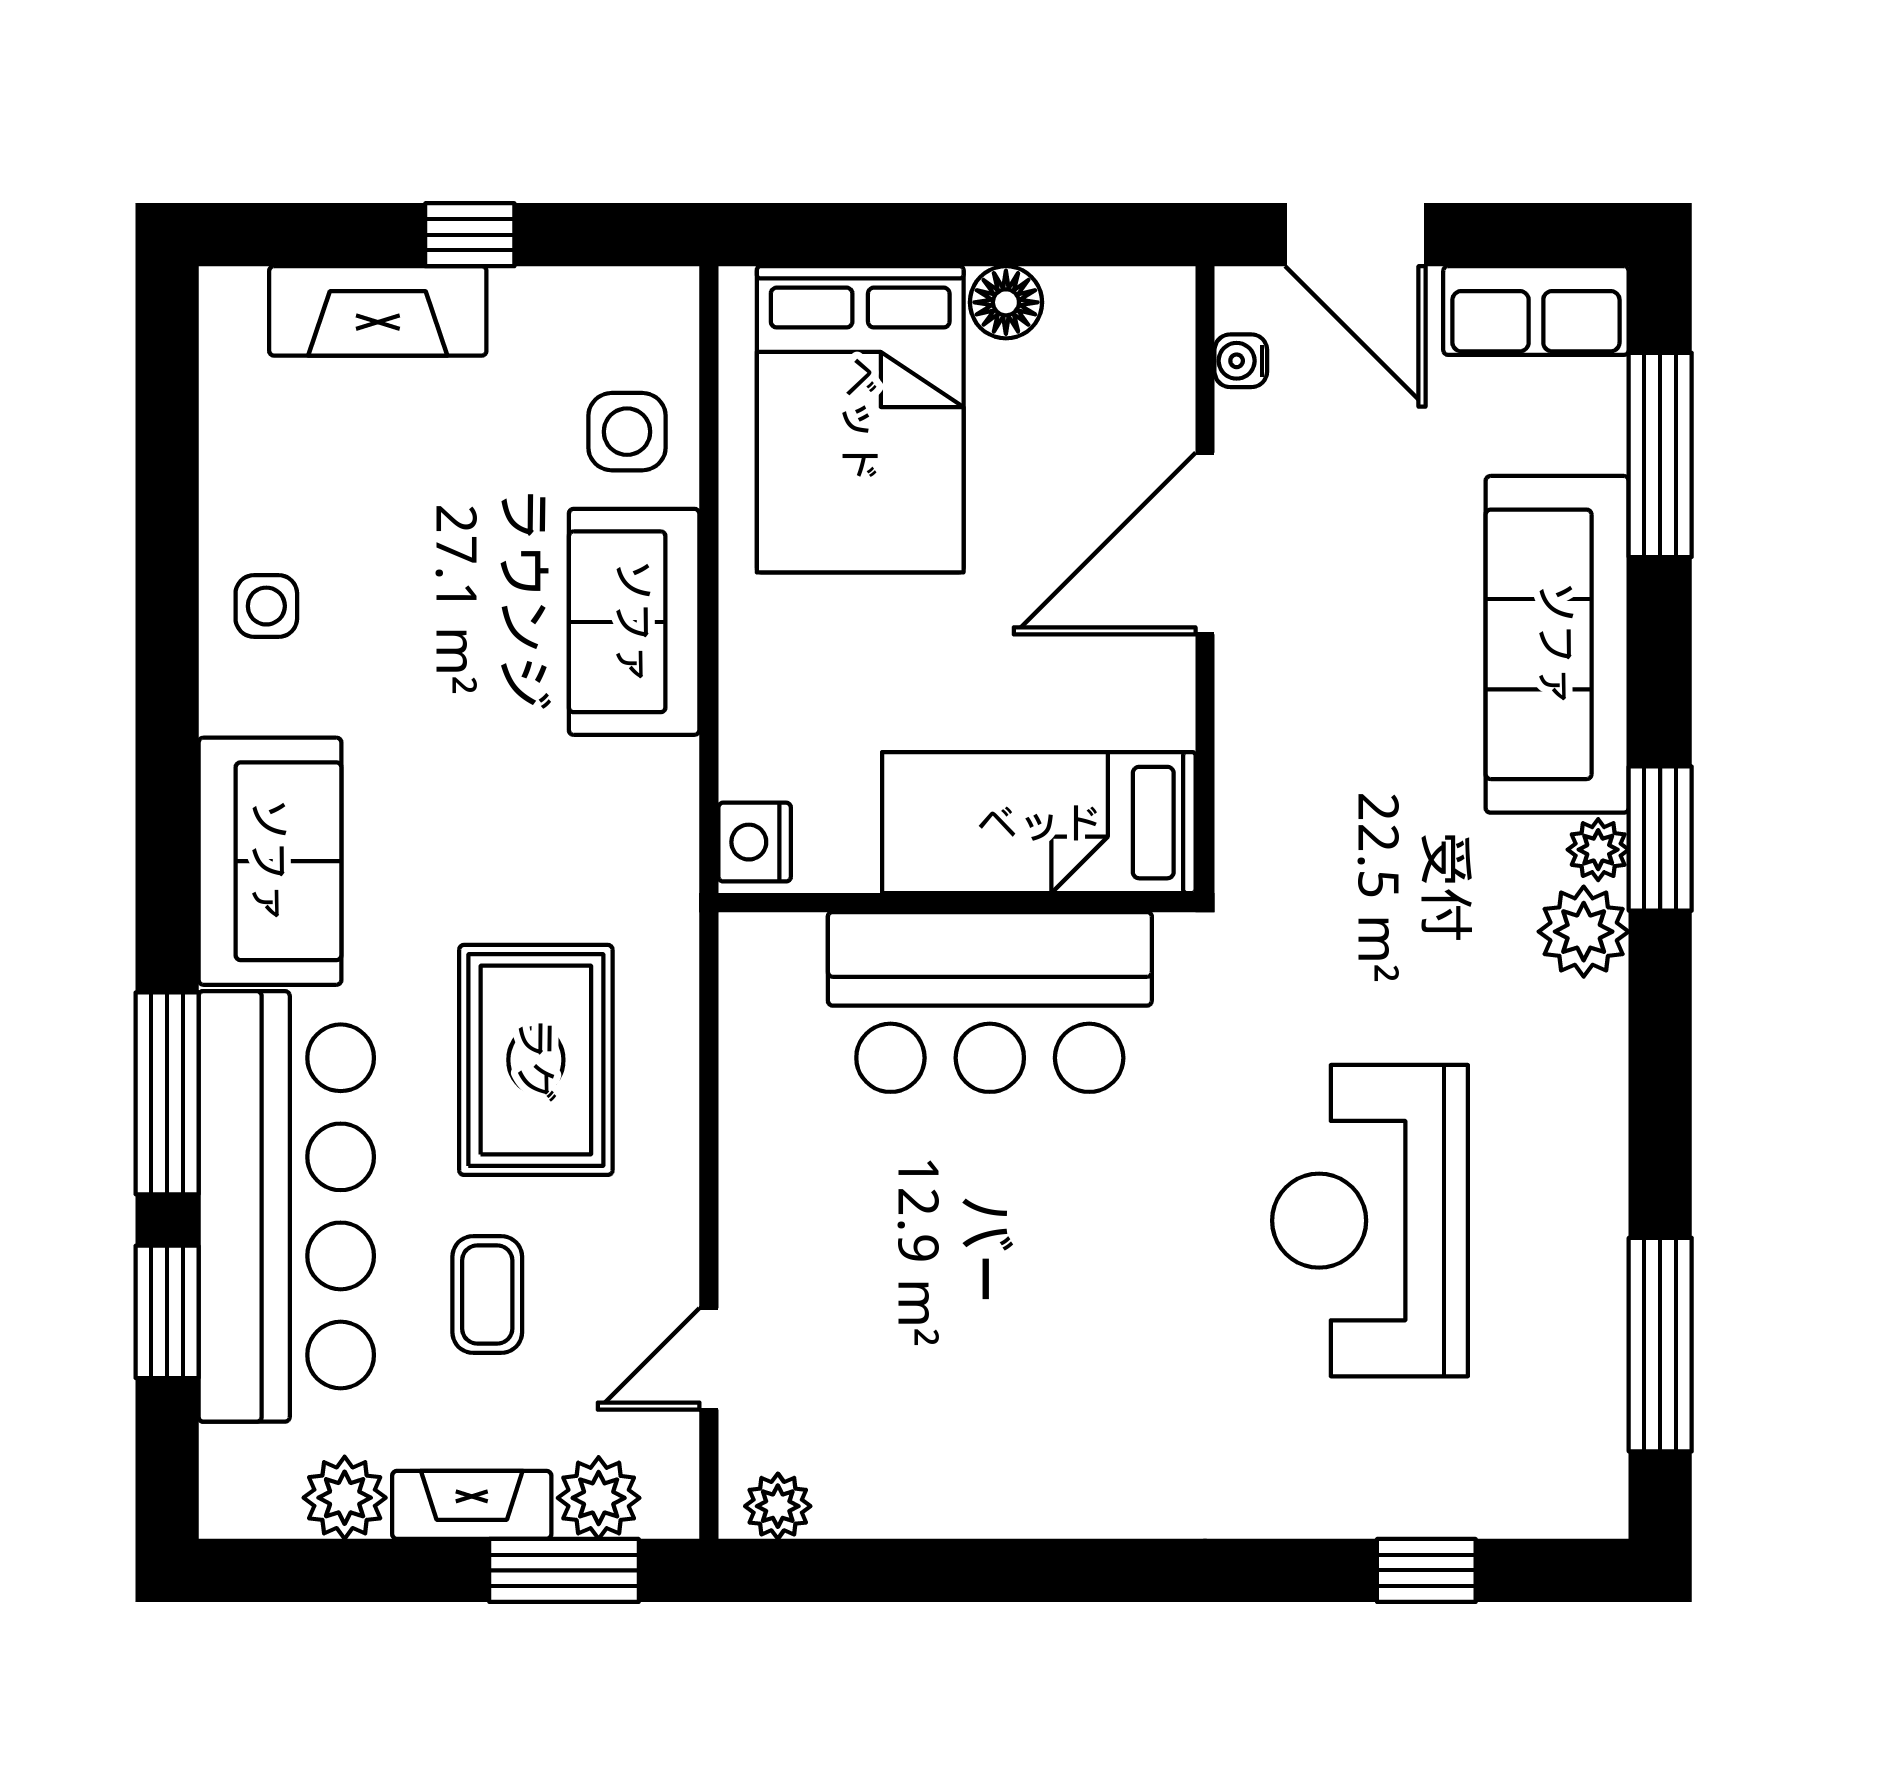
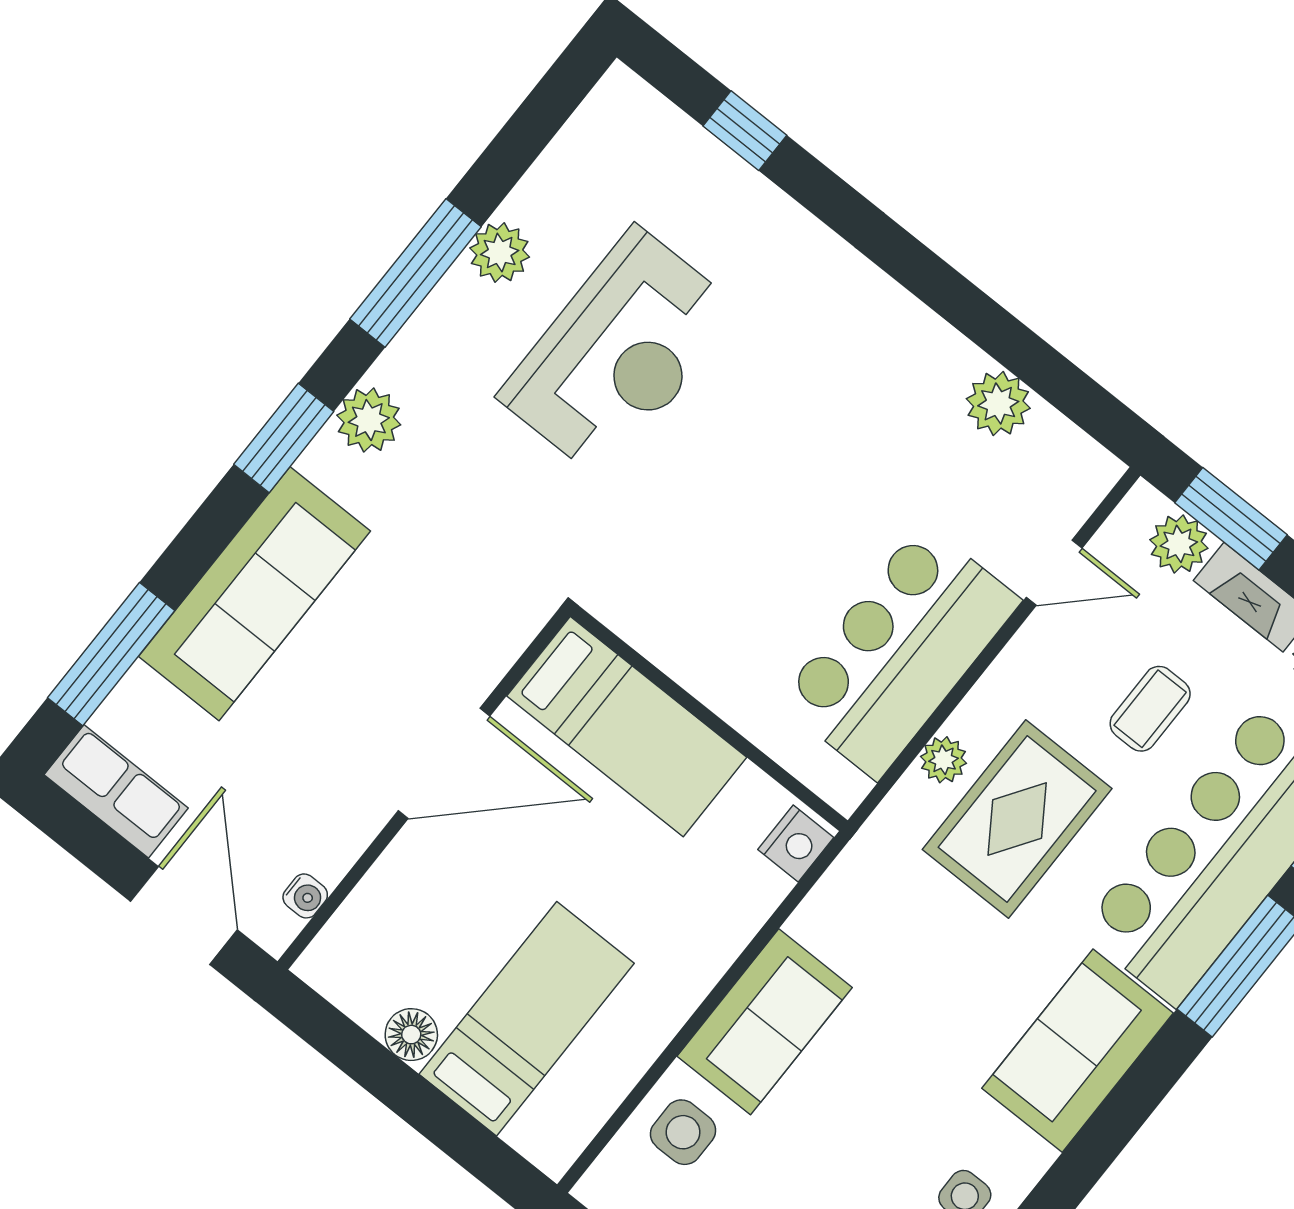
bed: (860, 419) -> (527, 1019), width x0.67
door: (1205, 543) -> (444, 763), moved
plant: (1598, 850) -> (500, 252), moved, width x1.38, depth x1.38
bar counter: (990, 1002) -> (900, 651), moved, turned -90
plant: (667, 1060) -> (943, 760), added
window: (1660, 1345) -> (415, 273), moved
plant: (778, 1506) -> (998, 404), moved, width x1.38, depth x1.38

